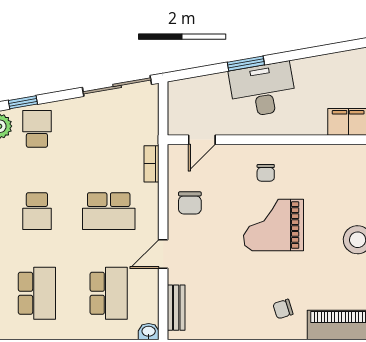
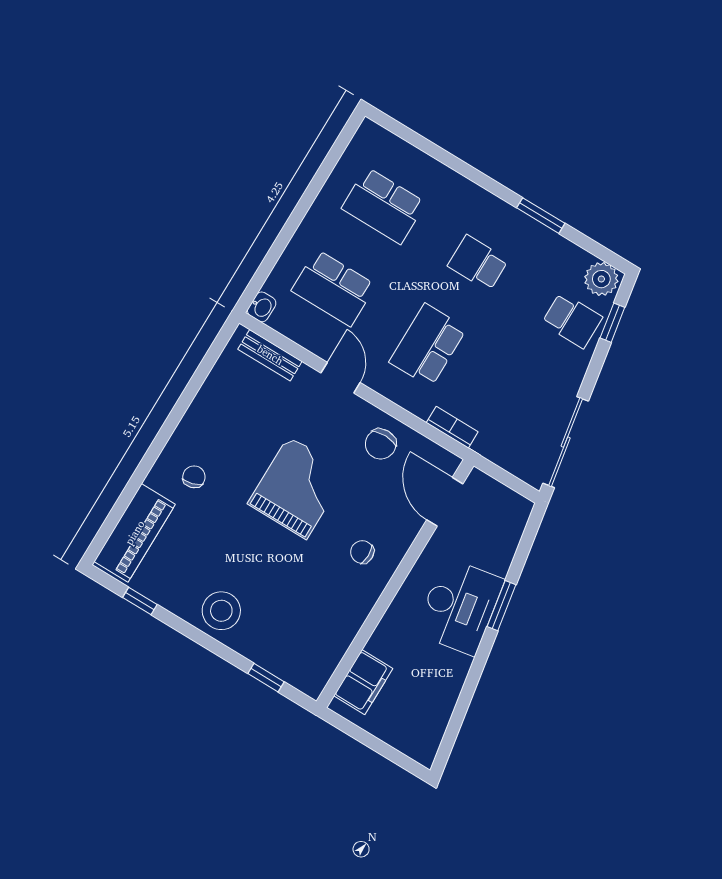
door: (202, 140) -> (445, 502), width x1.38
chair: (190, 203) -> (381, 444), turned -90
grand piano: (274, 225) -> (297, 488), moved

